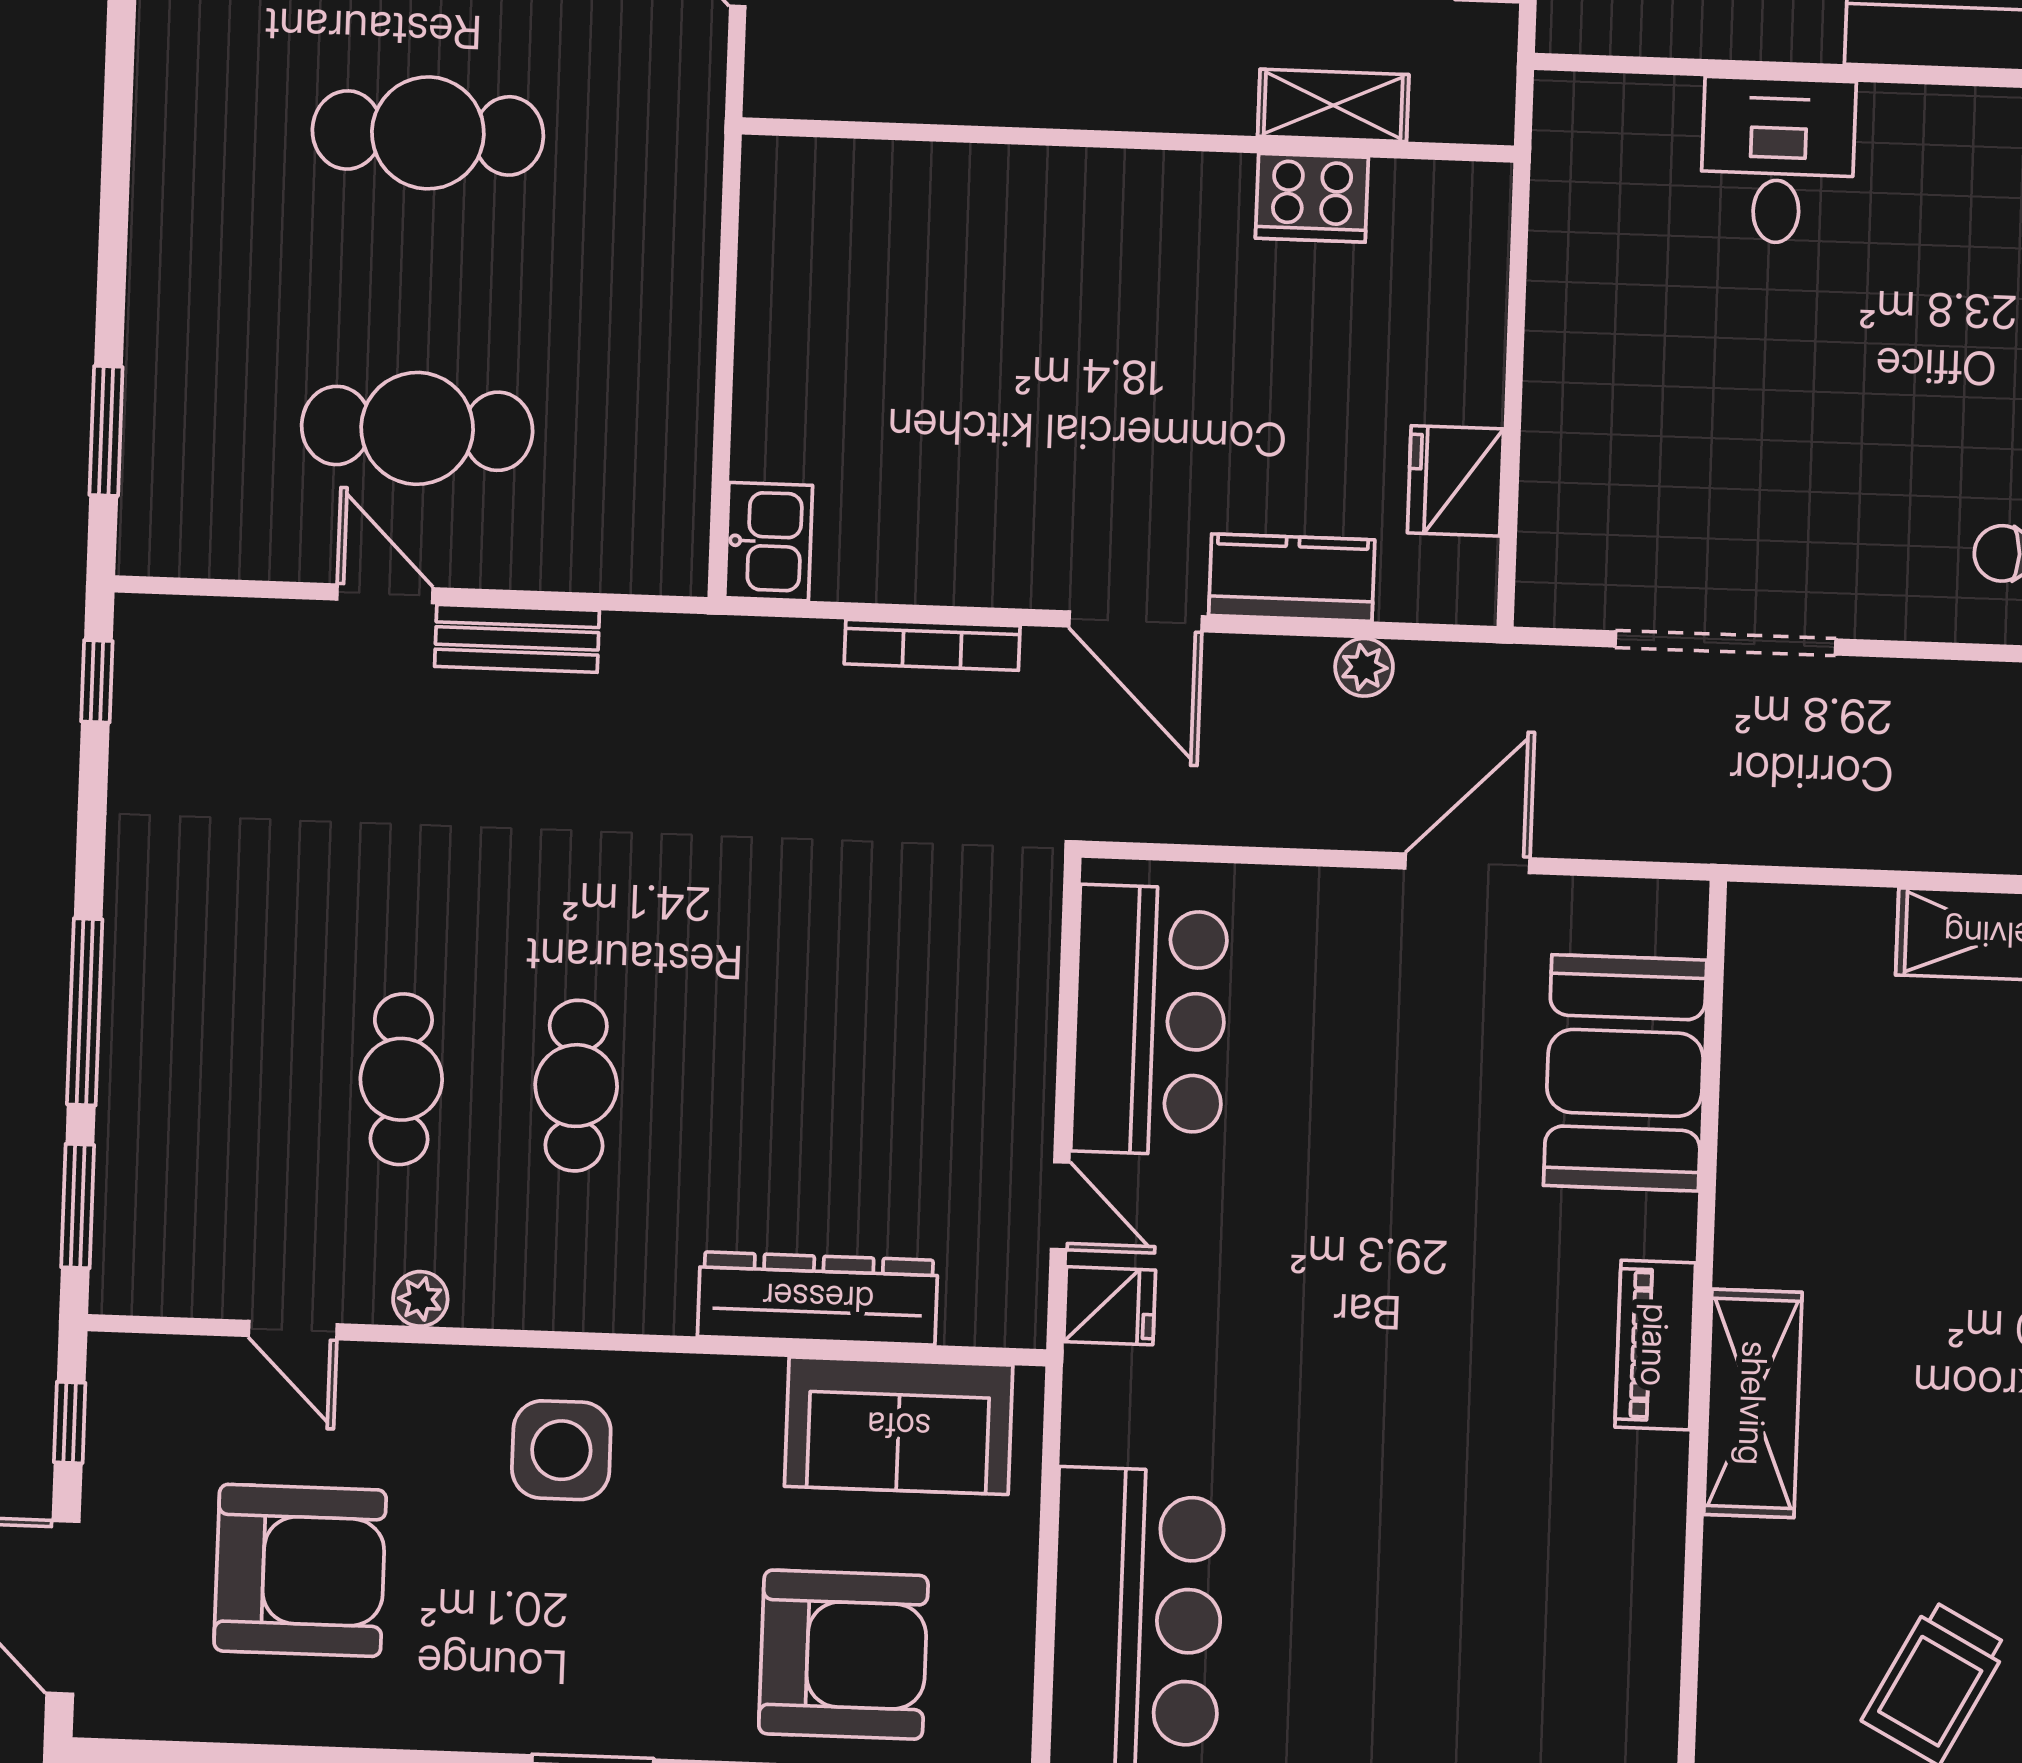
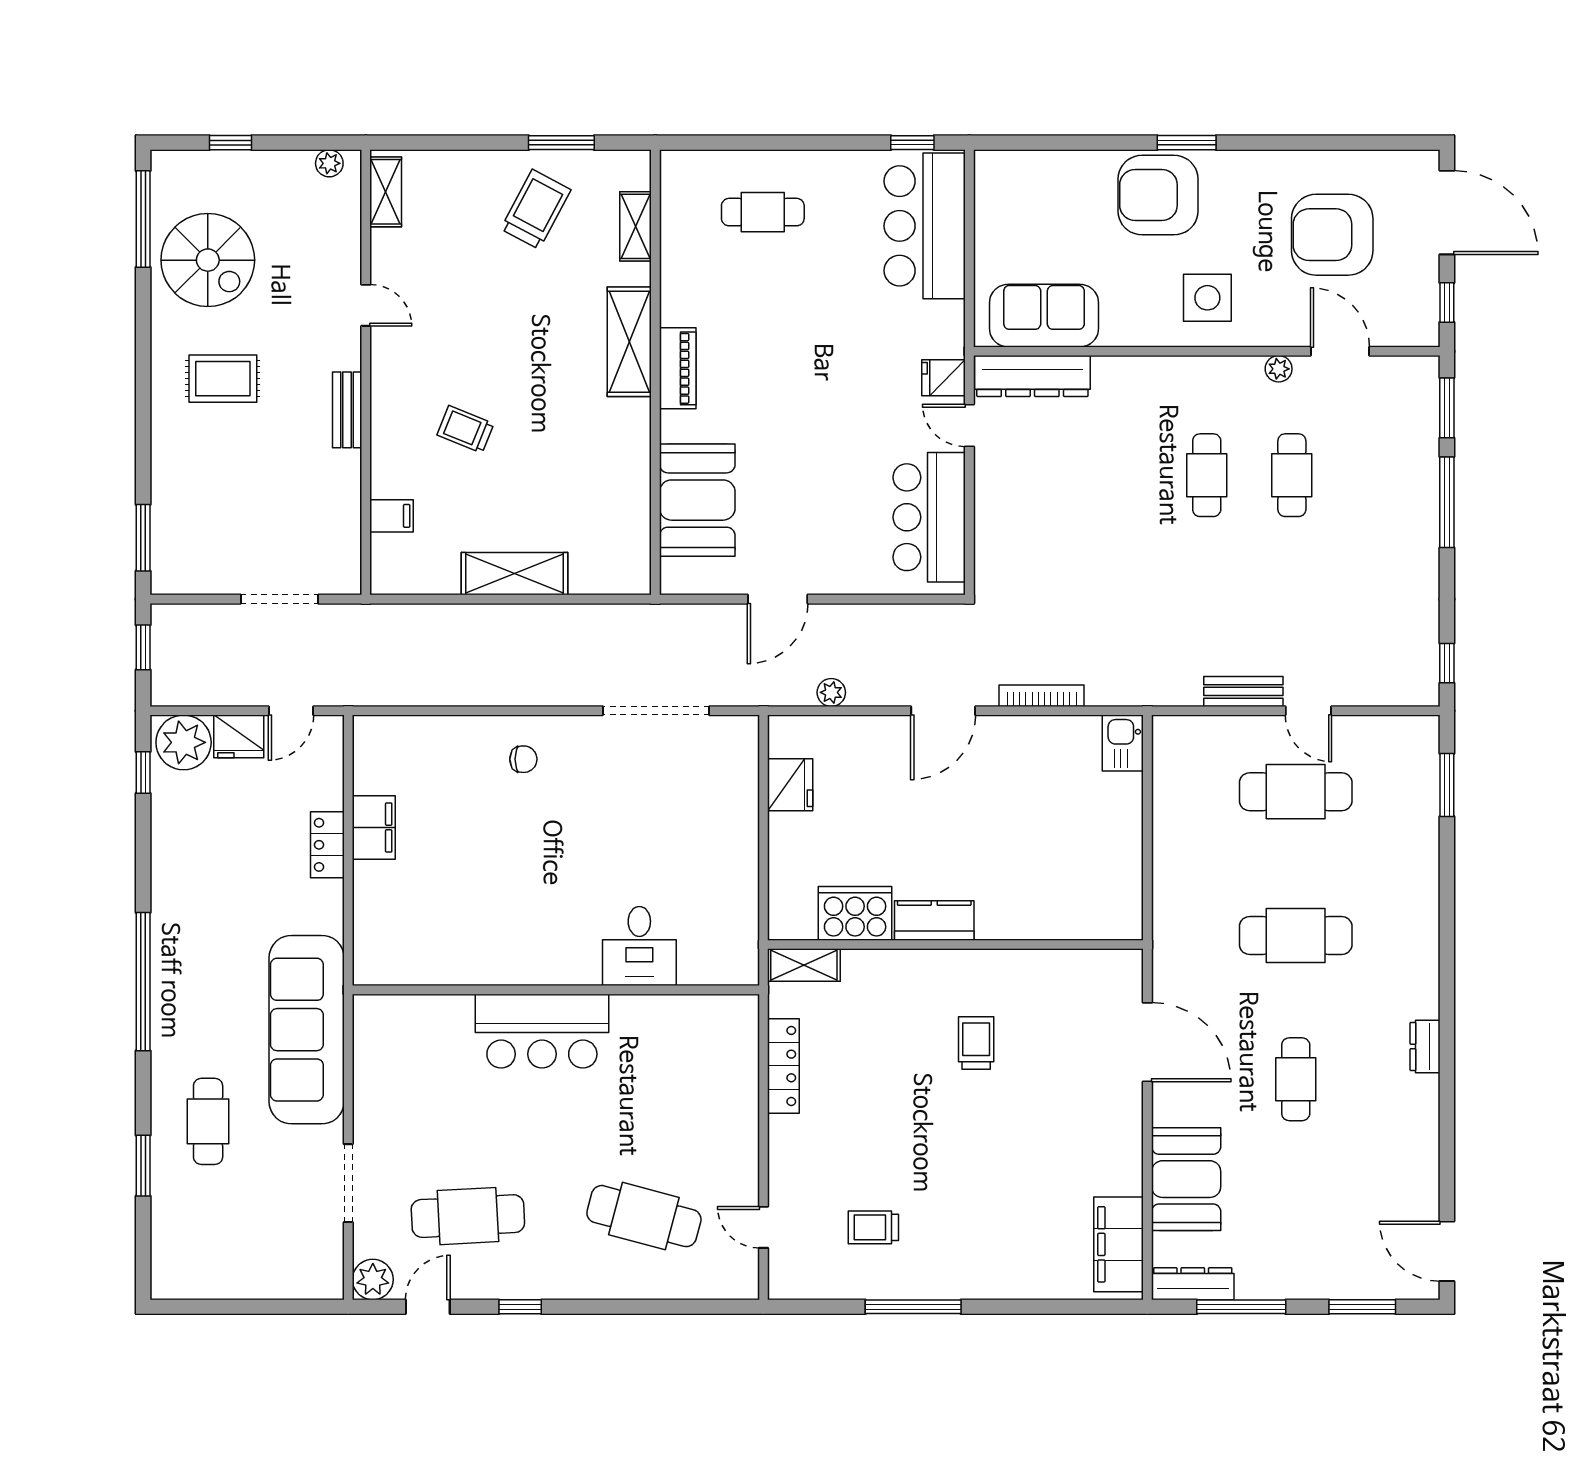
shelving: (1333, 105) -> (804, 965), moved
cooker: (1312, 198) -> (855, 913), width x1.37, depth x1.31
kitchen counter: (1292, 578) -> (934, 920), moved, turned 180
door: (1136, 621) -> (943, 711), swing flipped
dresser: (818, 1298) -> (1032, 376), moved
door: (293, 1330) -> (1340, 351), width x1.38
shelving: (1731, 1640) -> (636, 226), added
armchair: (843, 1655) -> (1158, 195), moved
cafe table: (1469, 1660) -> (763, 212), added

